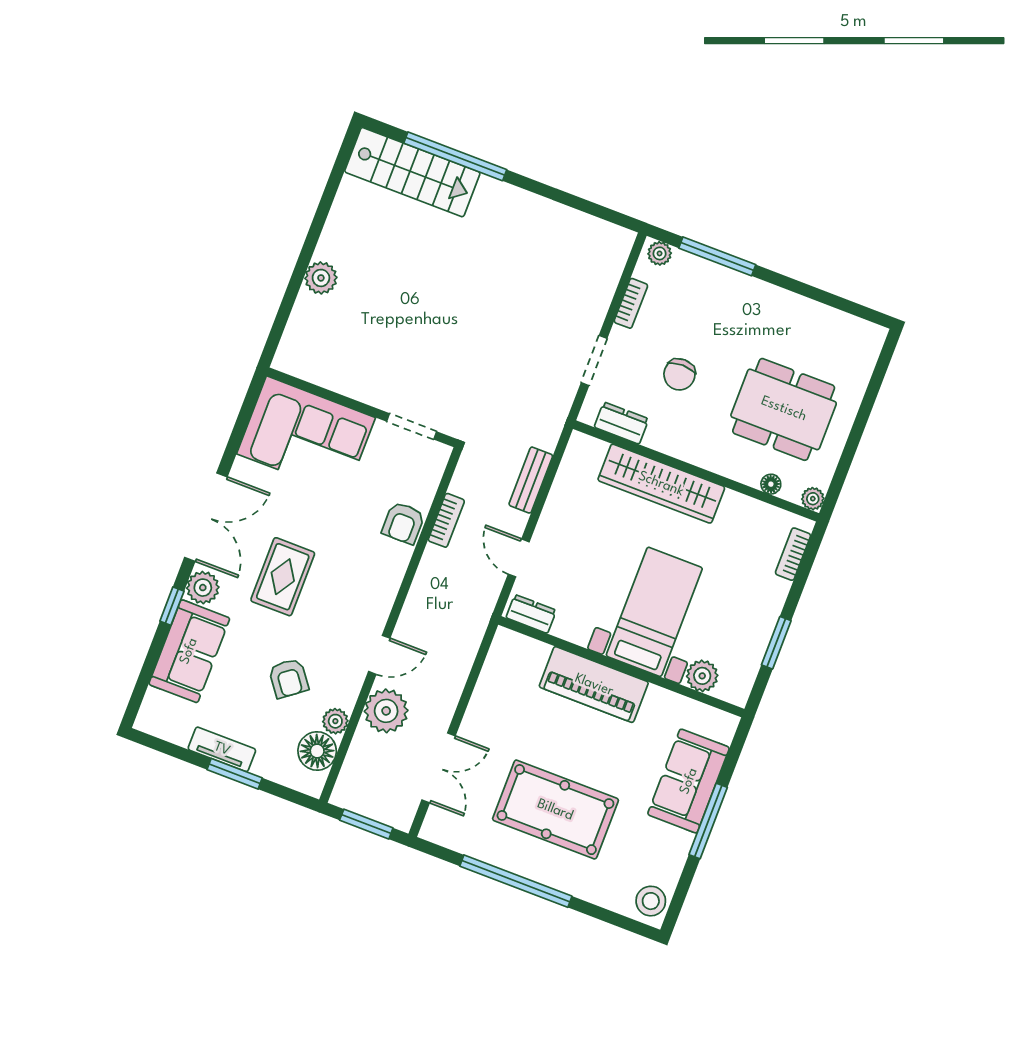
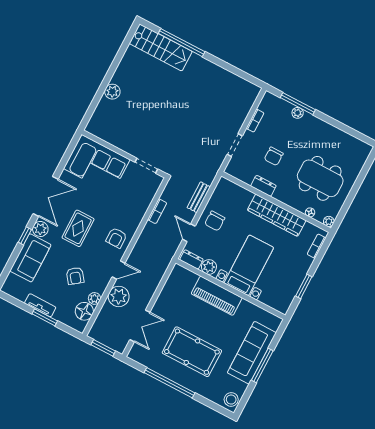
plant: (660, 253) -> (298, 113), moved
dresser: (621, 423) -> (263, 186), moved
wardrobe: (661, 484) -> (277, 215), moved
armchair: (403, 523) -> (116, 238), moved
chair: (571, 526) -> (215, 221), added
plant: (702, 676) -> (209, 267), moved
sofa: (689, 781) -> (252, 353), width x1.36

